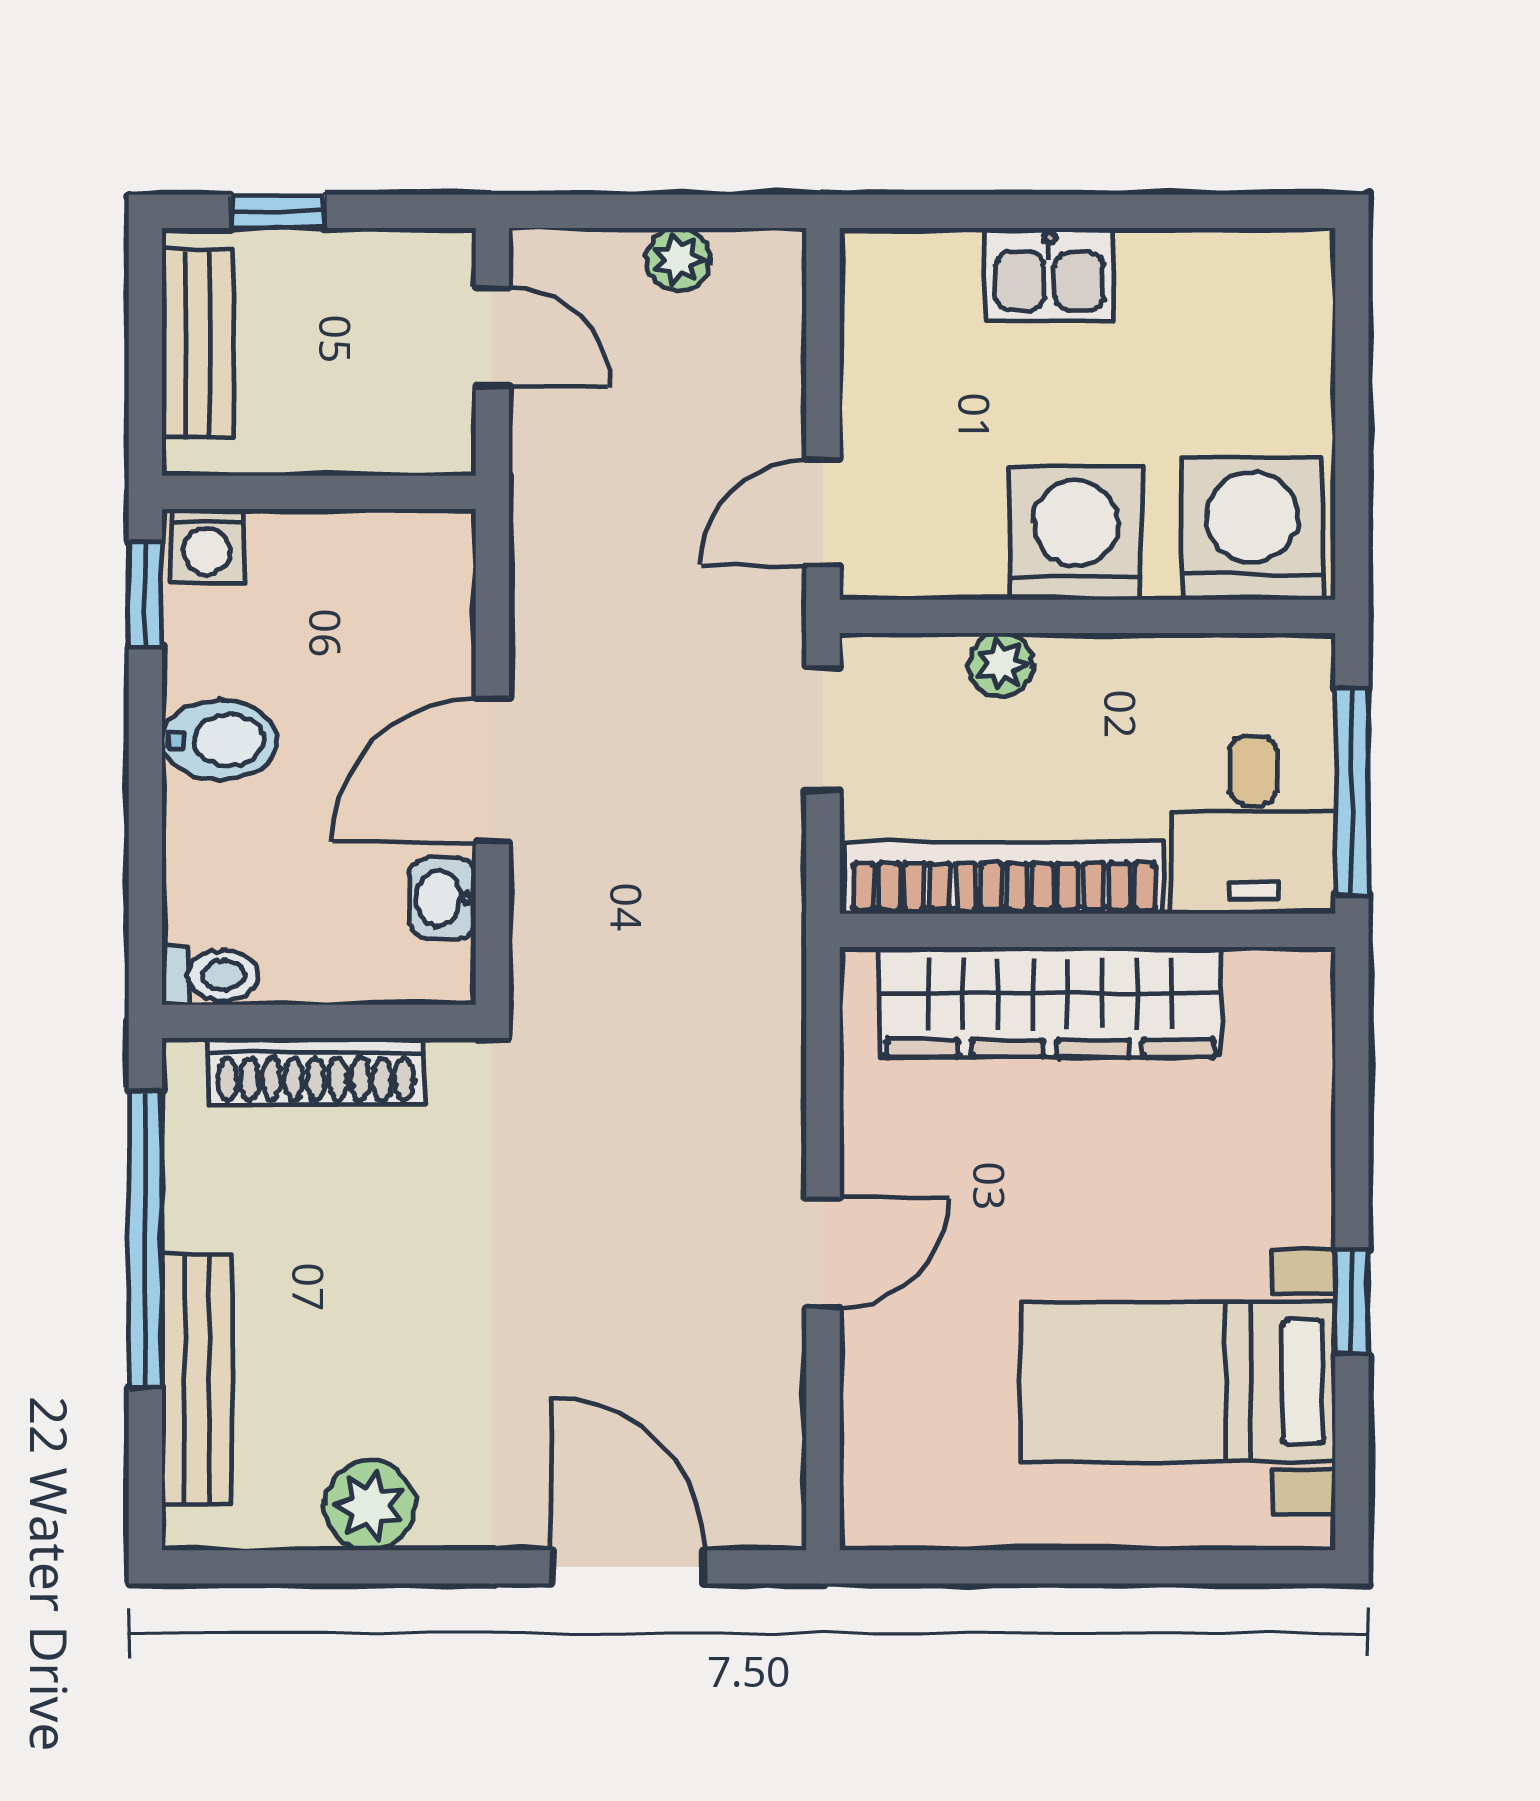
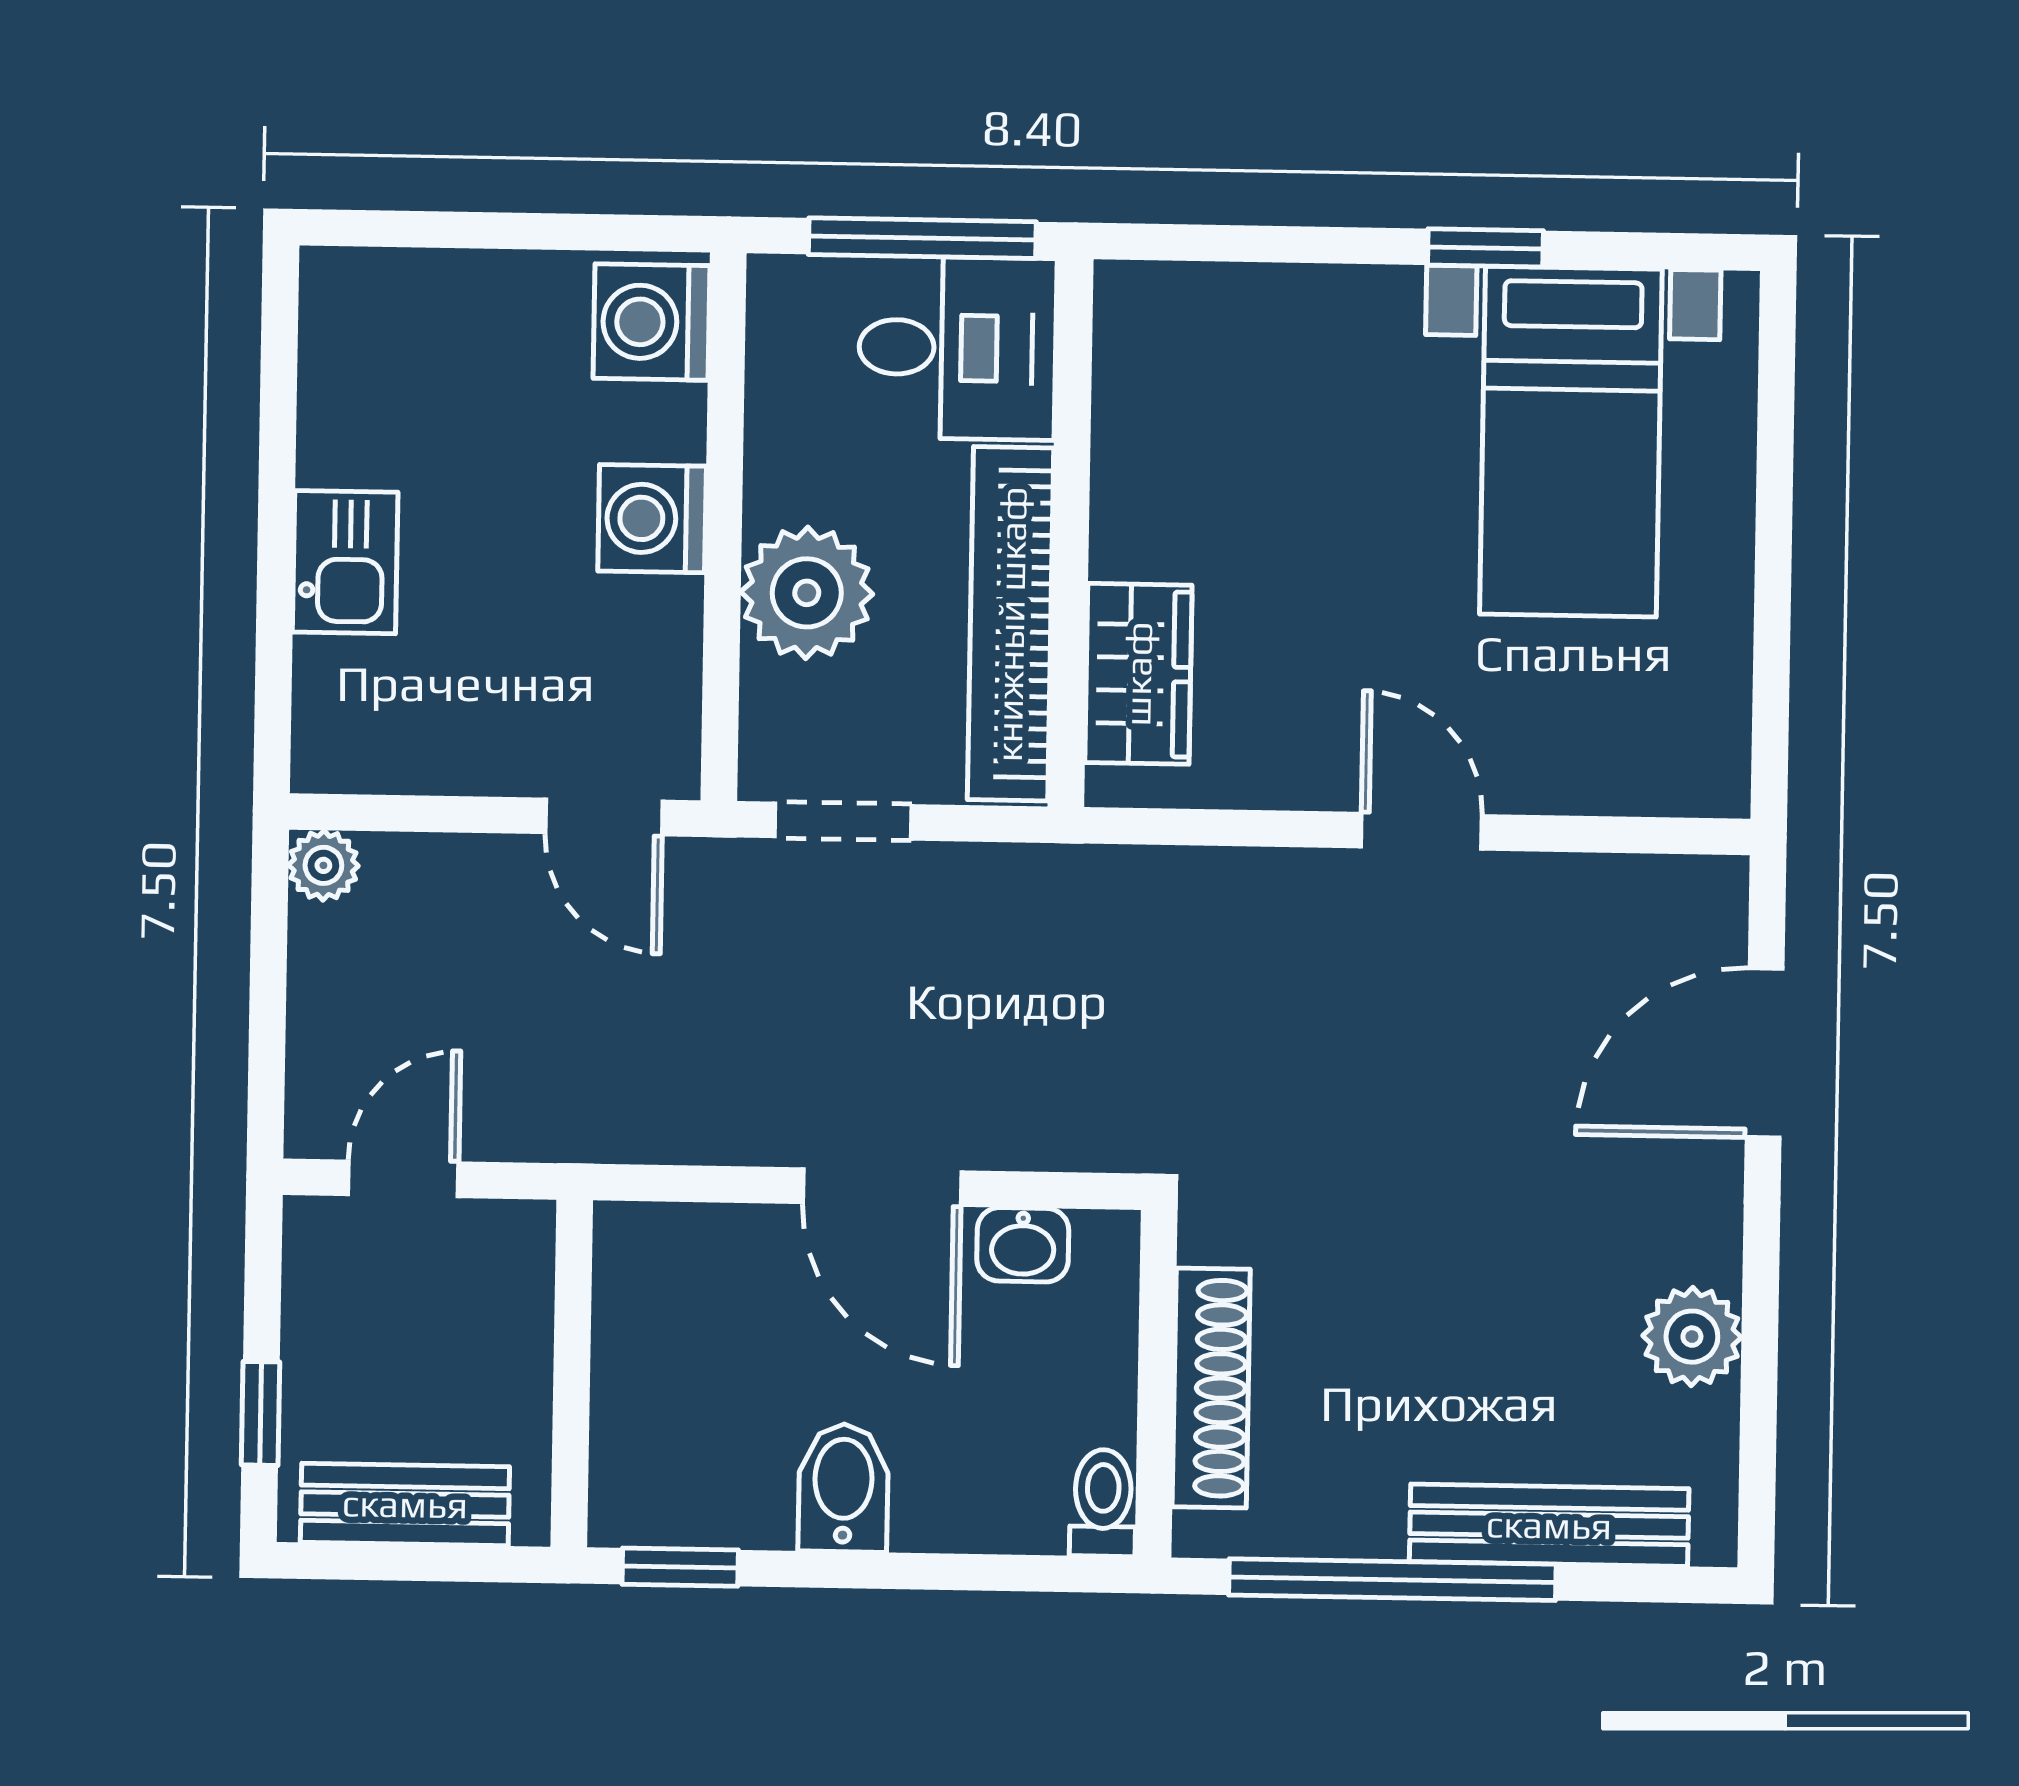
plant: (678, 260) -> (323, 865), moved
washing machine: (1252, 529) -> (651, 322), width x0.73, depth x0.73
washing machine: (1076, 534) -> (652, 519), width x0.73, depth x0.73
washing machine: (207, 545) -> (628, 1498), removed
plant: (1001, 665) -> (807, 593), width x1.88, depth x1.88
wardrobe: (1050, 1002) -> (1138, 674), width x0.48, depth x0.85

